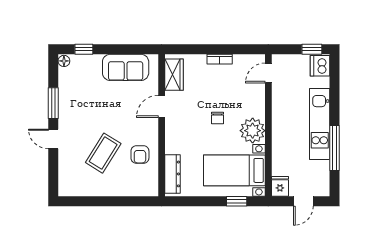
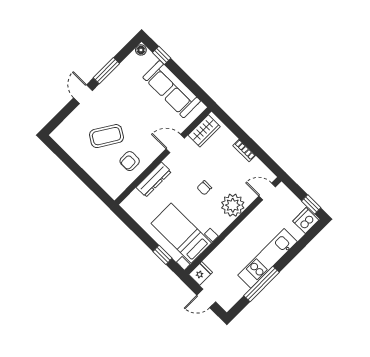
sofa: (126, 67) -> (172, 89), width x1.36
plant: (253, 131) -> (233, 205), moved
dresser: (172, 174) -> (154, 180), moved

